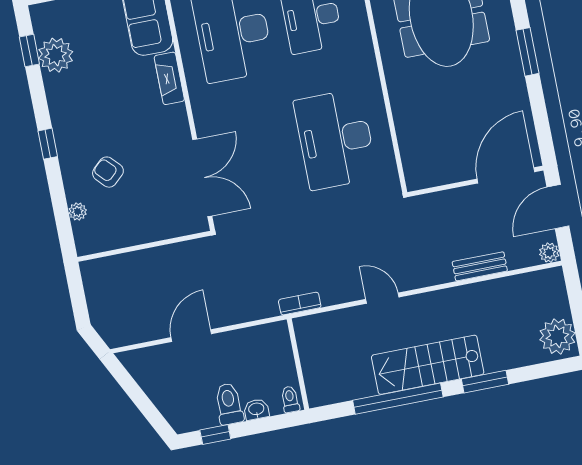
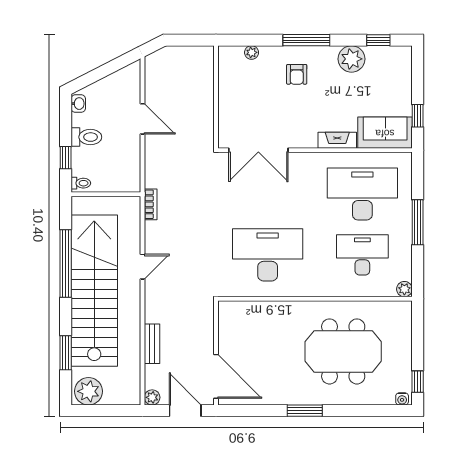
plant: (56, 55) -> (351, 59), moved
window: (48, 144) -> (306, 40), width x2.17
armchair: (108, 172) -> (297, 74), moved, turned 133
stairs: (428, 365) -> (94, 291), width x1.86, depth x1.51
window: (485, 382) -> (66, 353), moved
washbasin: (256, 409) -> (78, 104), moved
window: (215, 434) -> (66, 158), moved

